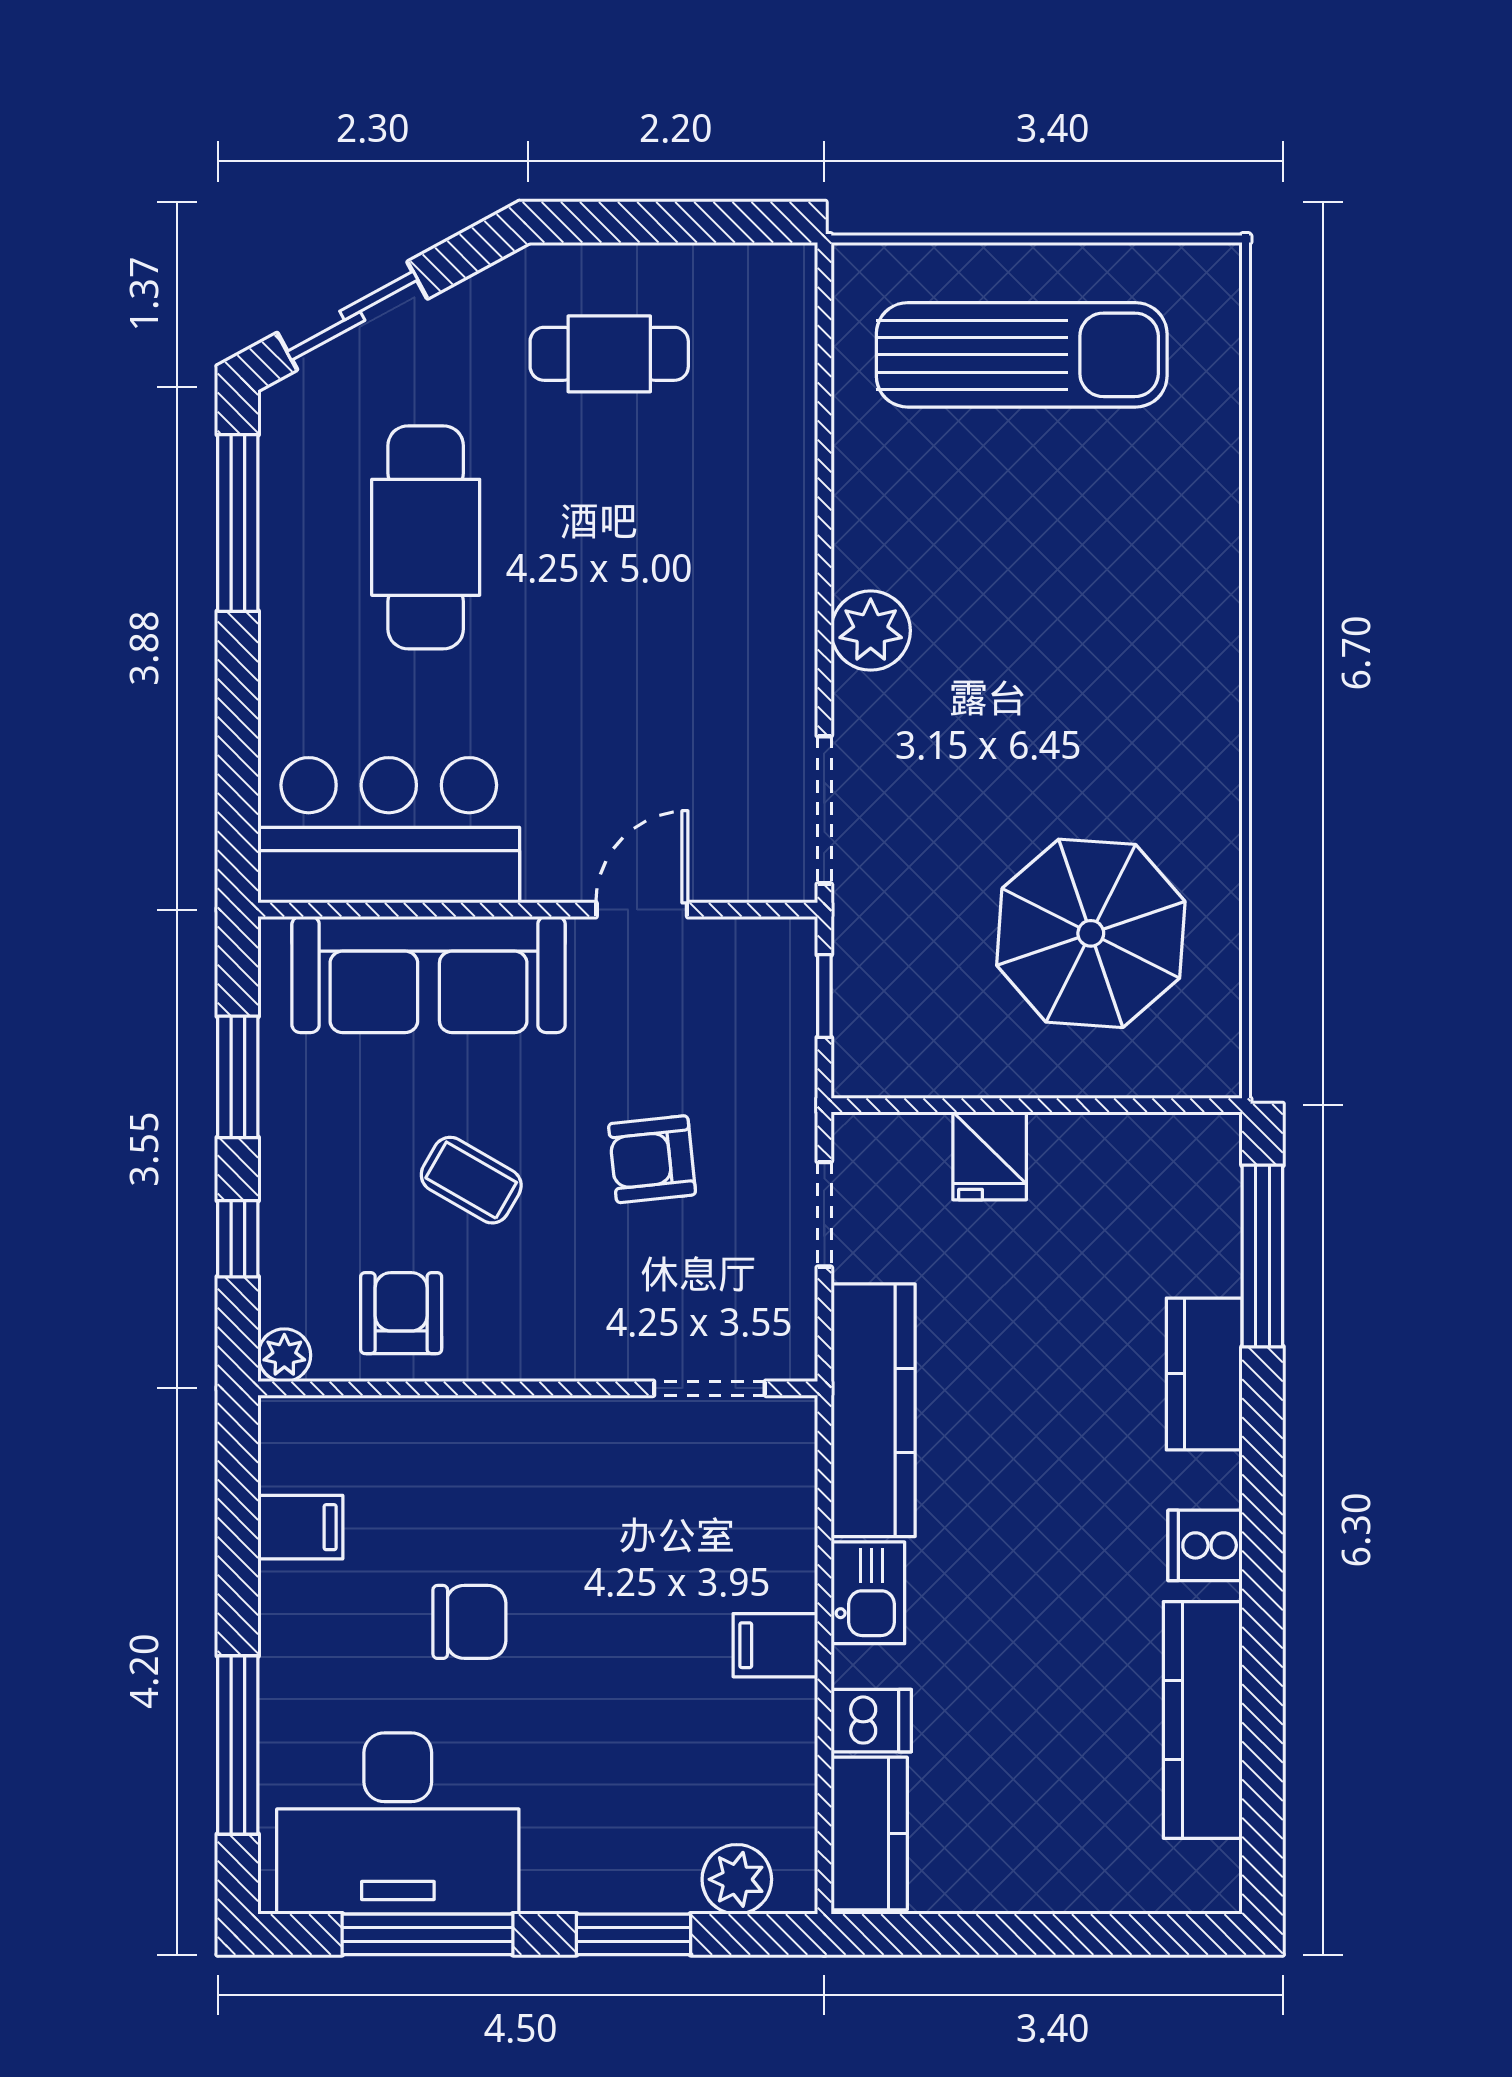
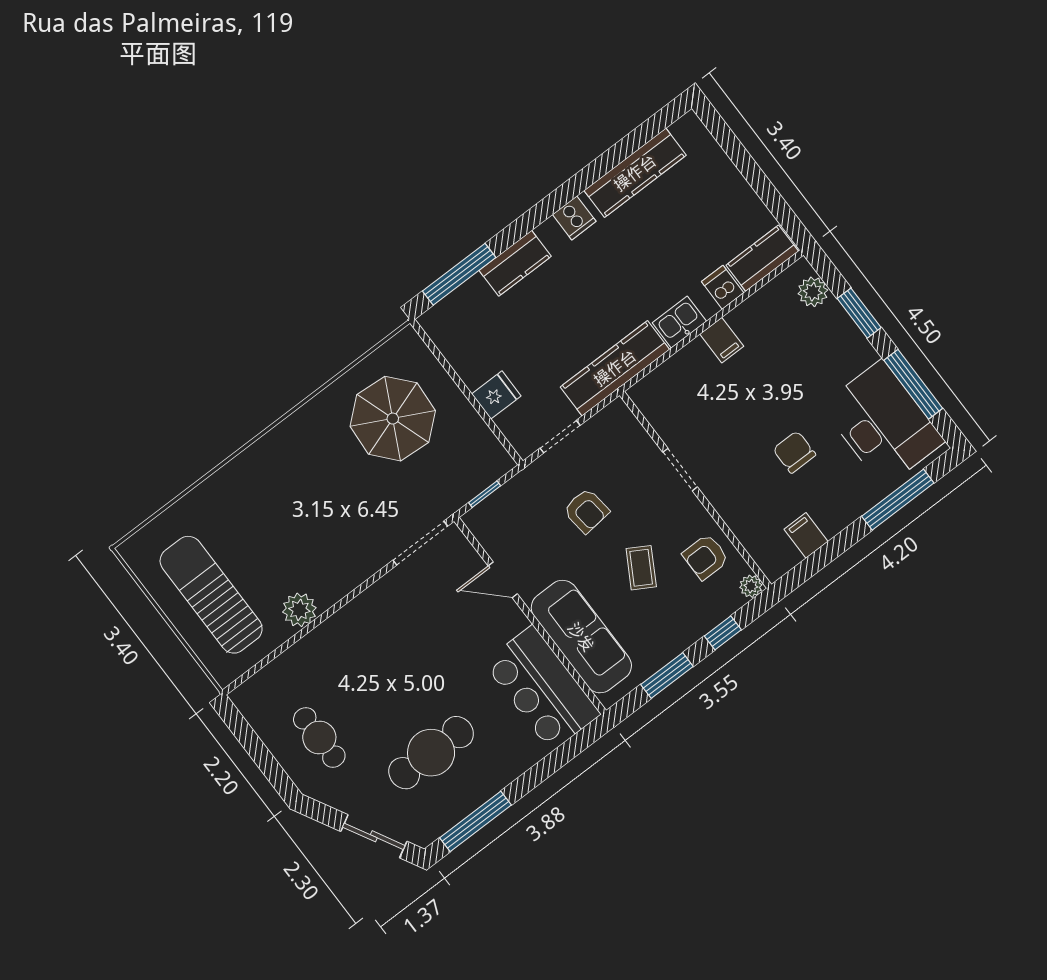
plant: (871, 631) -> (299, 610), moved
doorway: (709, 1388) -> (680, 469), moved

